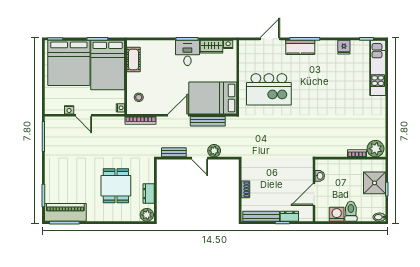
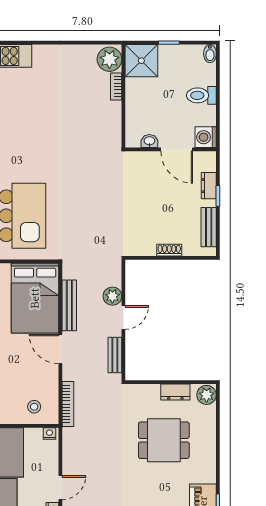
shower: (375, 183) -> (141, 61), moved
washing machine: (337, 214) -> (206, 137), moved
bench: (261, 216) -> (209, 227), width x0.73

